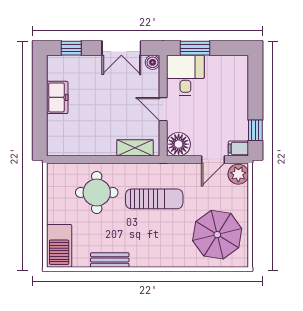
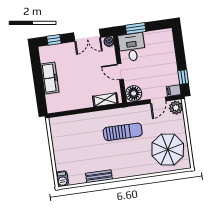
freezer: (57, 97) -> (50, 78), width x1.40
round table: (97, 192) -> (84, 133), removed
barbecue: (59, 246) -> (62, 179), width x0.53, depth x0.65

